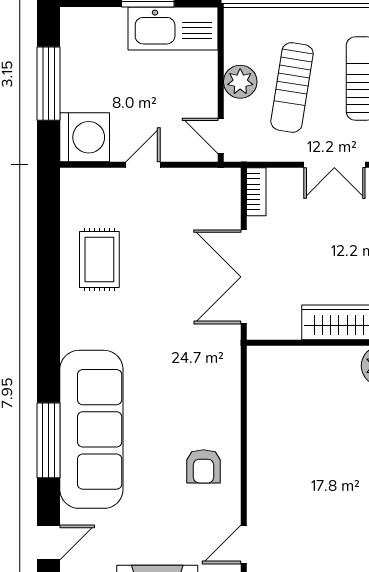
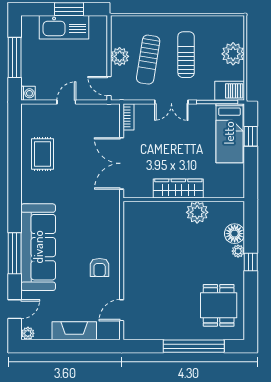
kitchen sink: (173, 29) -> (64, 27), moved
washing machine: (85, 137) -> (28, 93), width x0.53, depth x0.53

